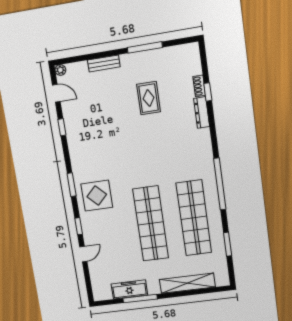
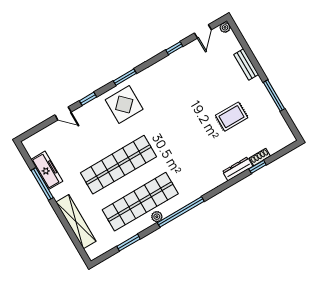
plant: (215, 208) -> (157, 217), added

